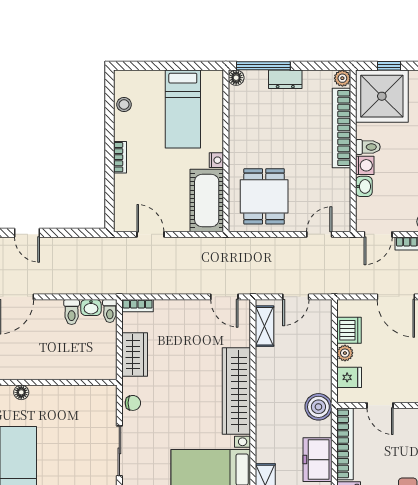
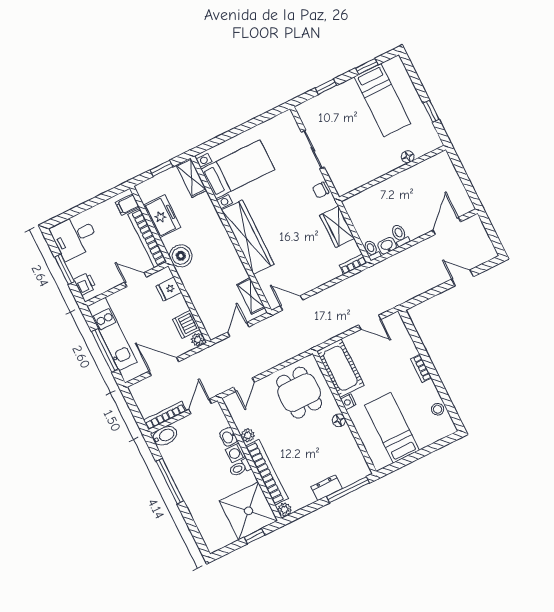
floor lamp: (236, 78) -> (339, 420), moved
plant: (342, 178) -> (248, 435), added
plant: (345, 353) -> (198, 340), moved

